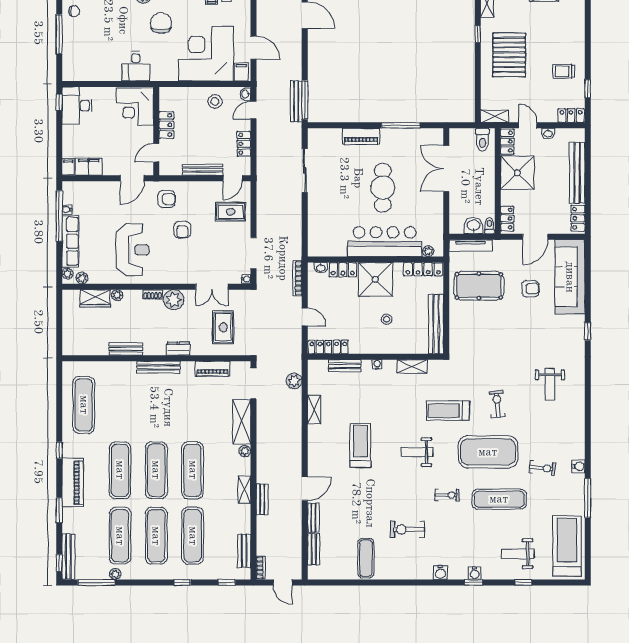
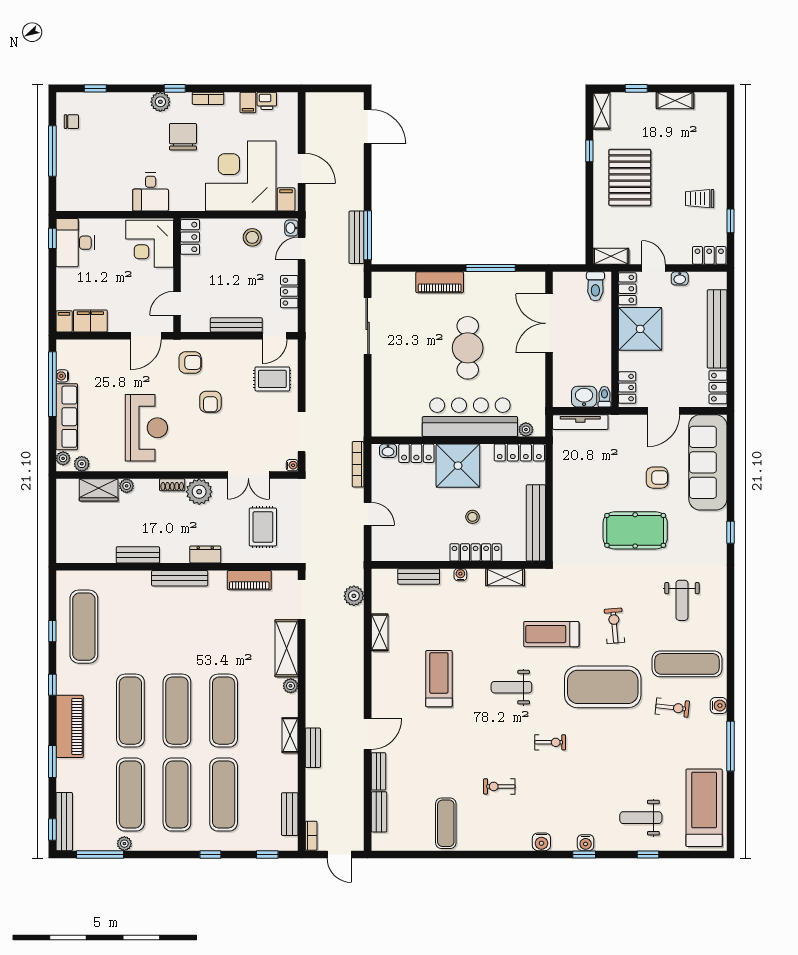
locker: (166, 125) -> (190, 237), moved
pool table: (479, 286) -> (635, 530), moved
locker: (328, 347) -> (476, 552), moved
window: (59, 408) -> (52, 631), added
exercise mat: (499, 499) -> (687, 664), moved
exercise bike: (407, 529) -> (499, 786), width x0.73, depth x0.72

